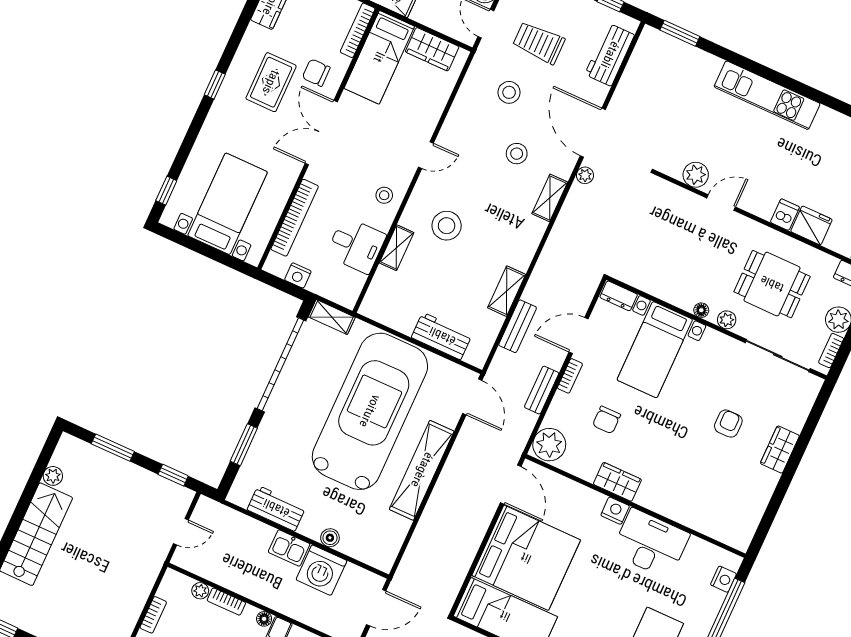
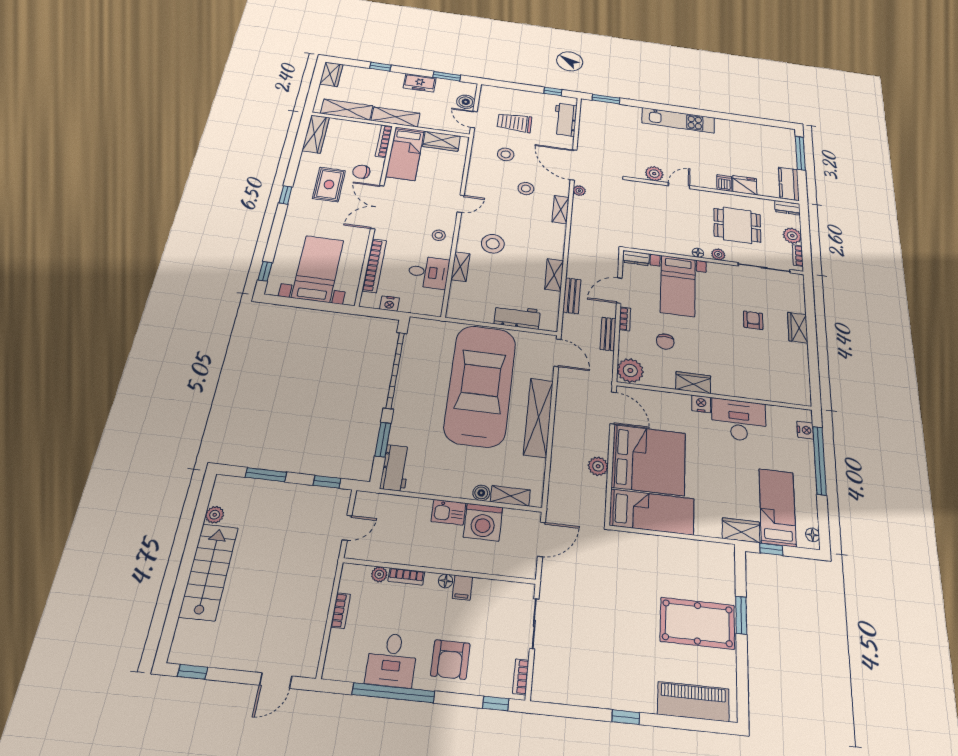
shelving: (332, 317) -> (510, 496), moved
workbench: (276, 508) -> (395, 468), moved, turned 90
plant: (467, 547) -> (598, 466), added

